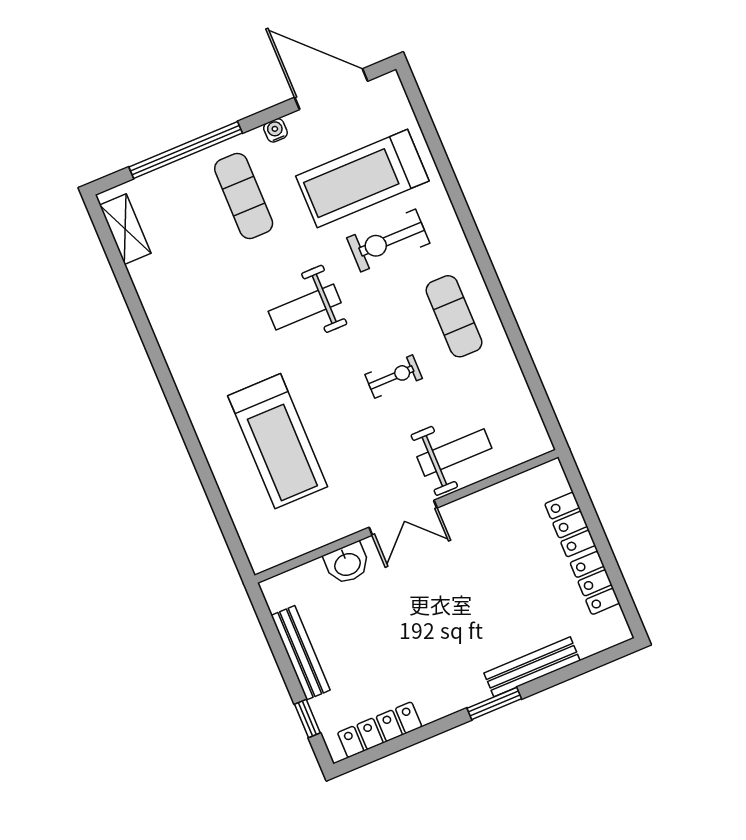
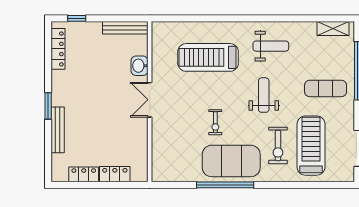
water cooler: (275, 130) -> (349, 115), removed
exercise bike: (388, 241) -> (278, 146), turned 180
window: (504, 309) -> (225, 185), added
exercise mat: (454, 316) -> (231, 161), width x2.00, depth x1.45
weight bench: (454, 453) -> (271, 46), moved, turned -90
bench: (301, 653) -> (125, 28), moved

